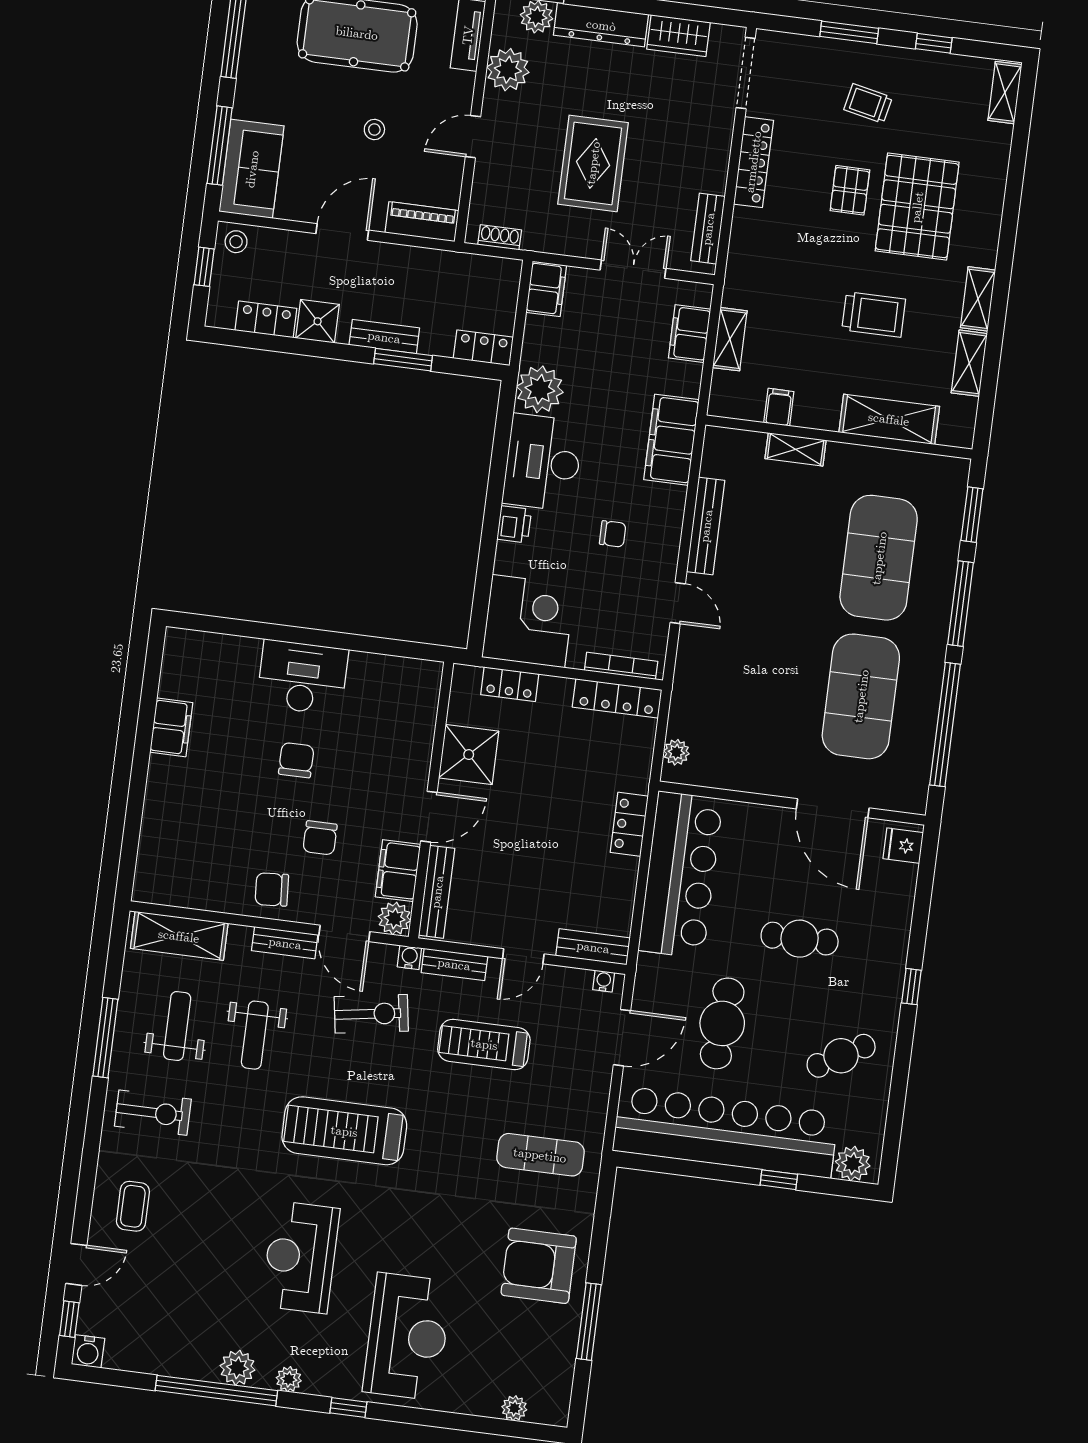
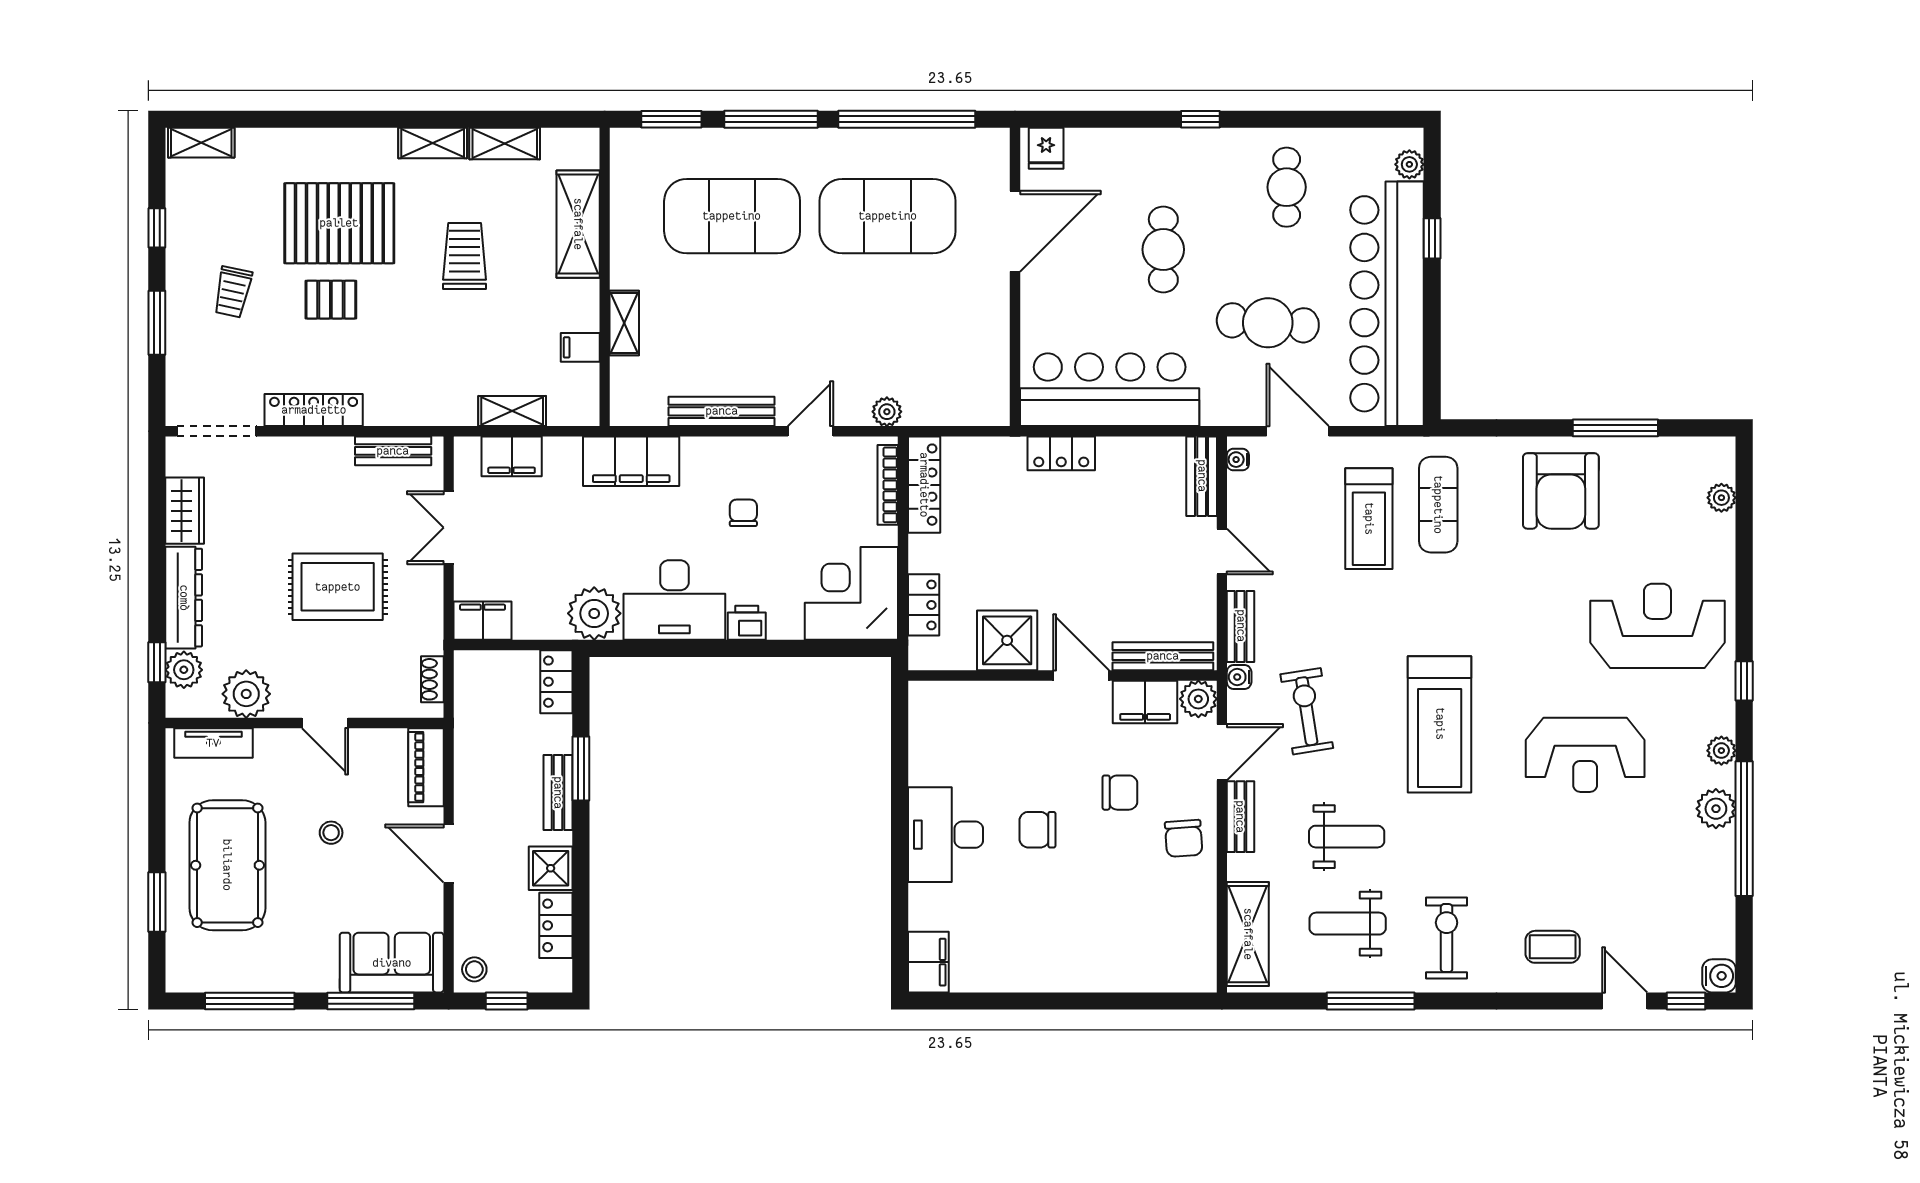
filing cabinet: (171, 727) -> (928, 962), moved, turned 90
plant: (676, 752) -> (887, 412), moved
treadmill: (484, 1044) -> (1369, 519), moved
cafe table: (841, 1056) -> (1287, 187), turned 30
plant: (853, 1164) -> (1409, 164), width x0.73, depth x0.73

